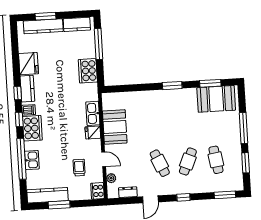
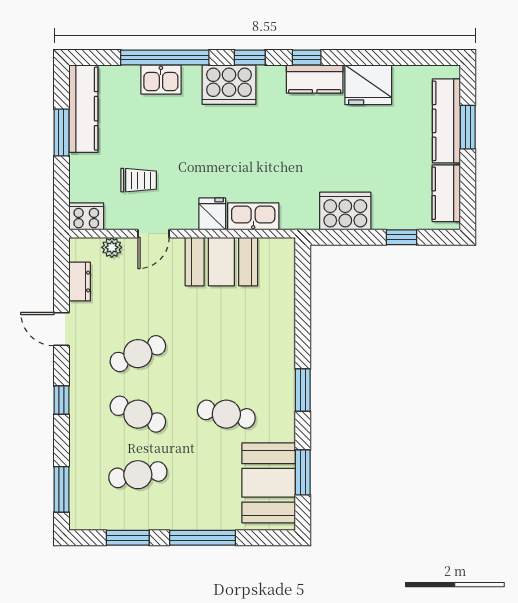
window: (98, 44) -> (401, 237), width x0.46
dishwasher: (29, 110) -> (269, 79), removed
cafe table: (185, 120) -> (226, 414), added

